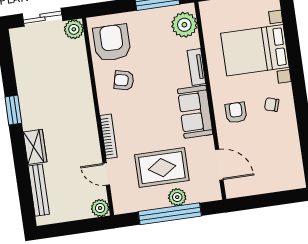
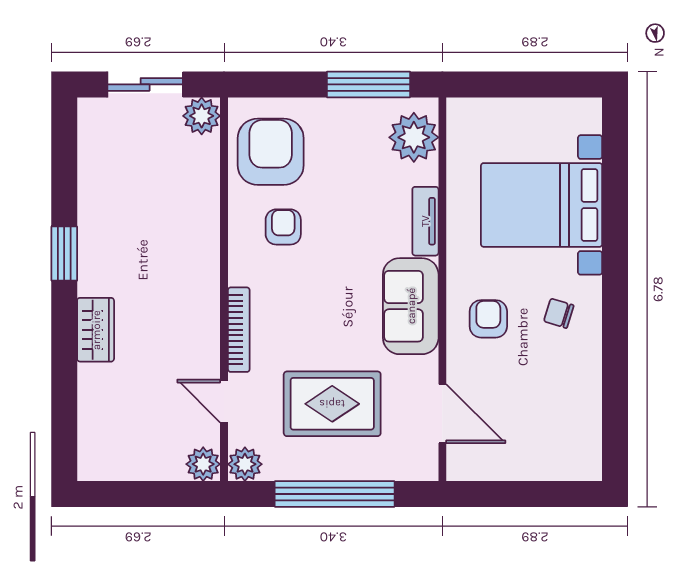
armchair: (124, 80) -> (283, 227), turned 77
bench: (39, 190) -> (91, 413), removed
plant: (177, 197) -> (245, 464), moved

